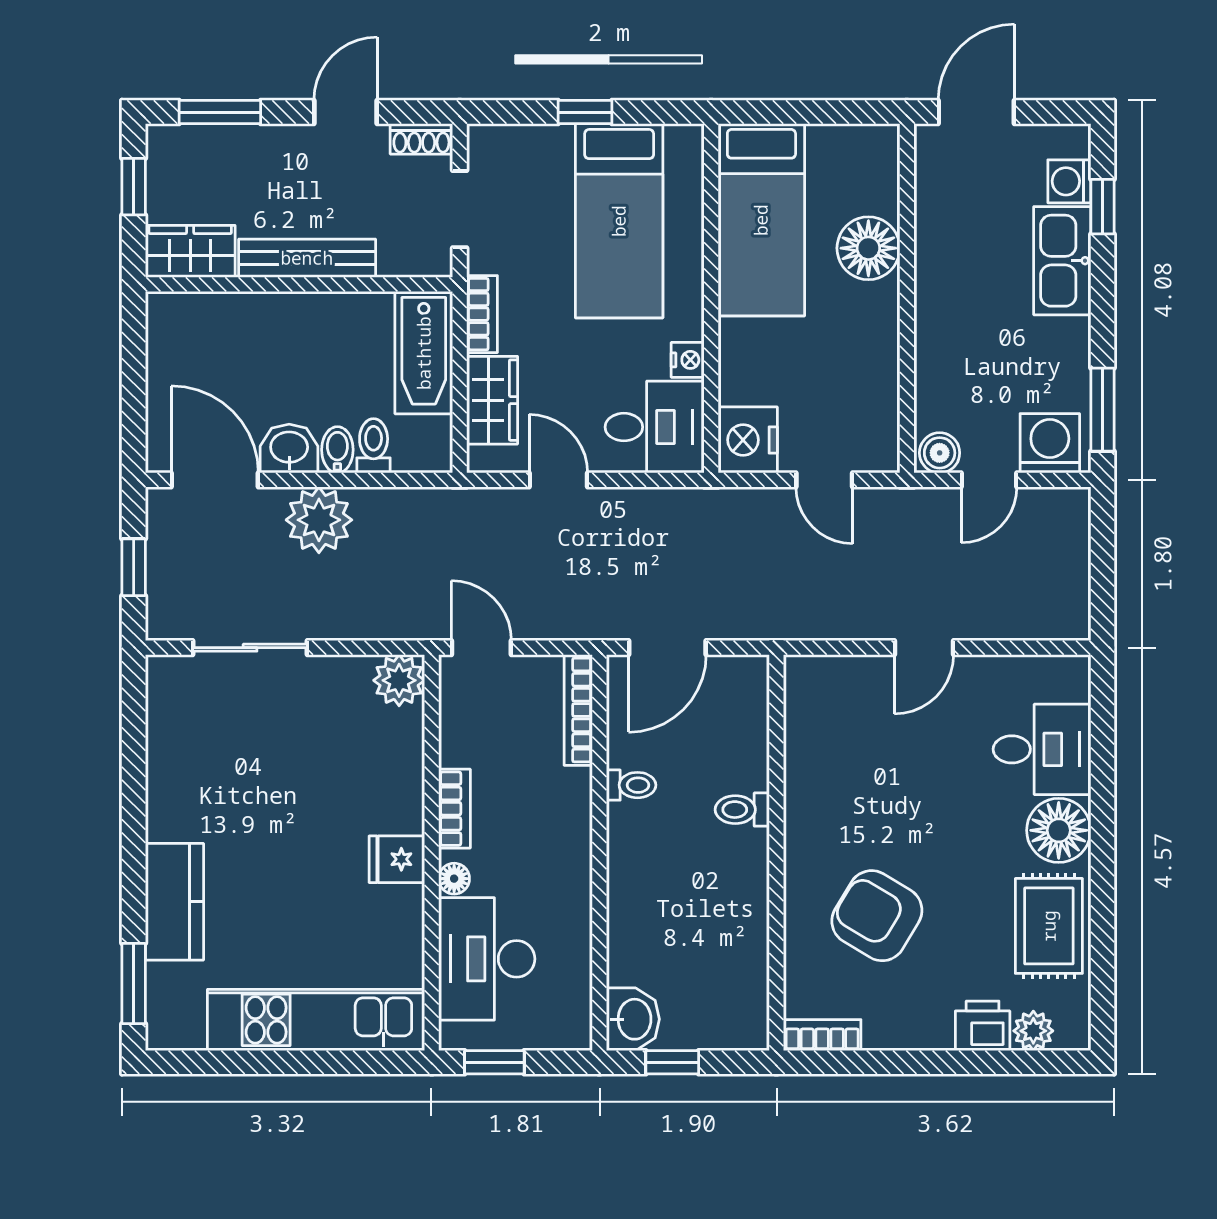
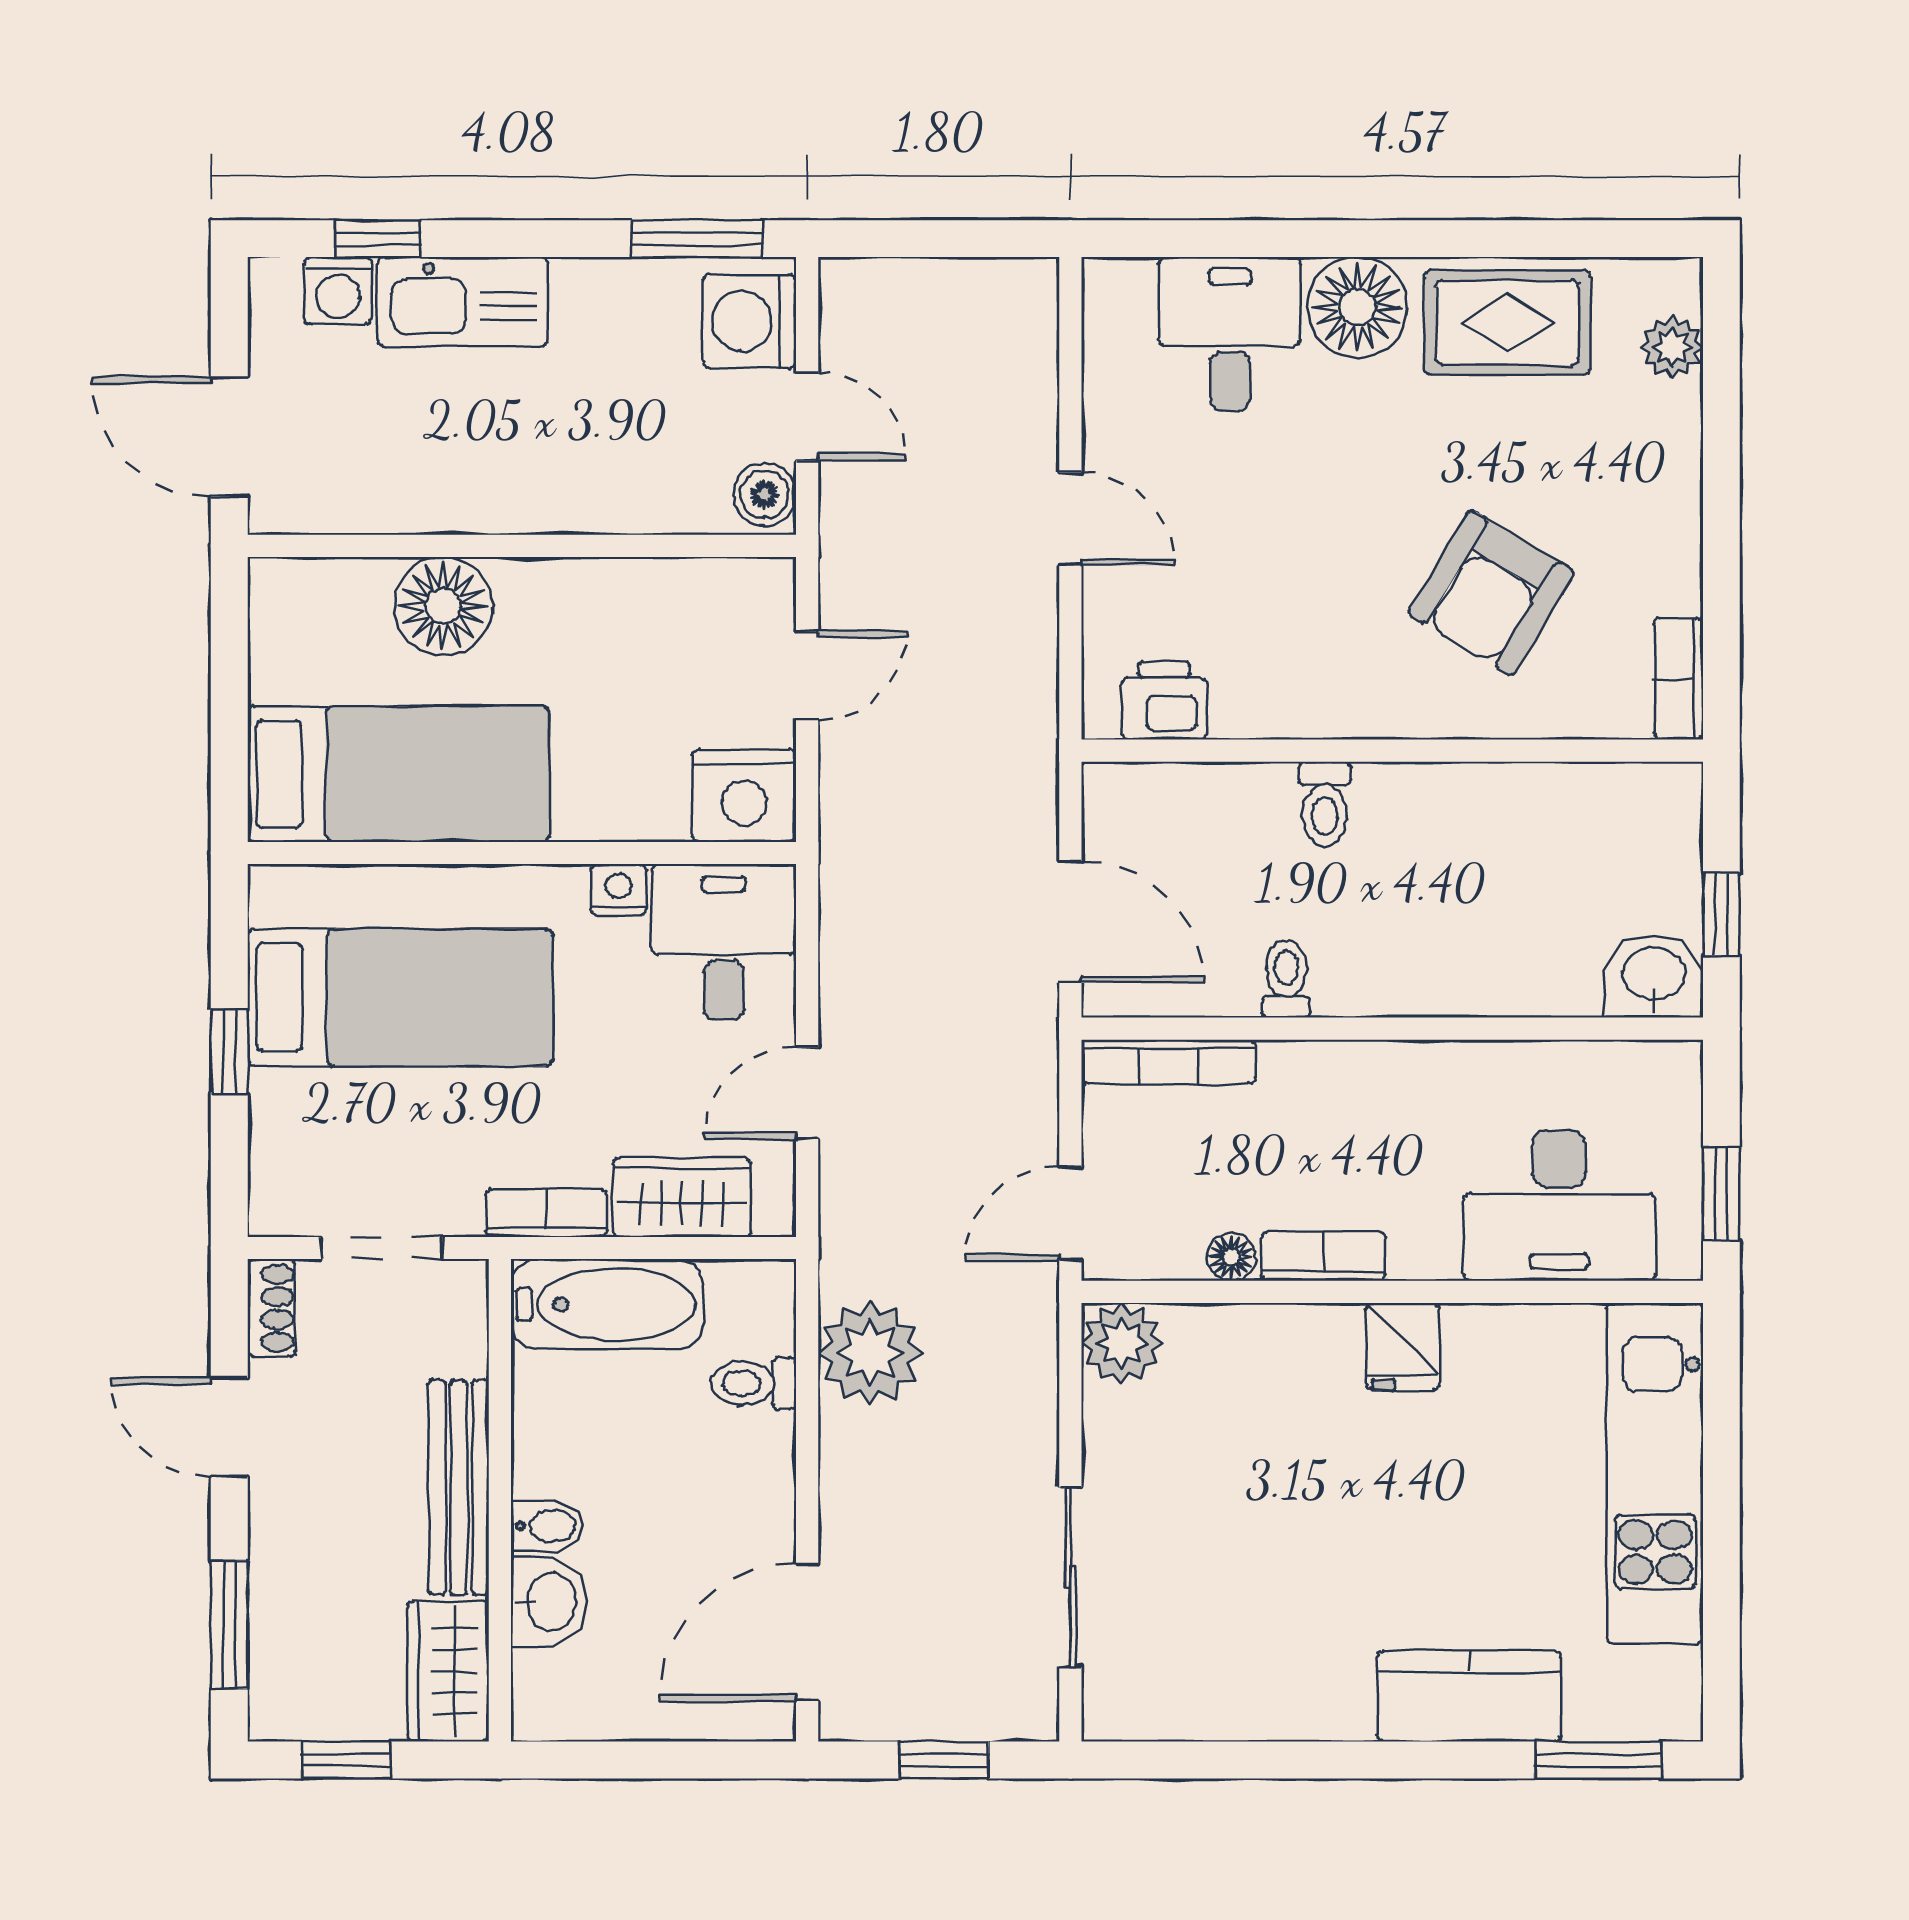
washbasin: (289, 449) -> (549, 1602), moved, turned 180
bidet: (337, 450) -> (547, 1526), moved, turned 180
plant: (319, 520) -> (870, 1353), moved
floor lamp: (454, 879) -> (1231, 1257), moved
printer: (983, 1026) -> (1164, 701), moved, turned 90

